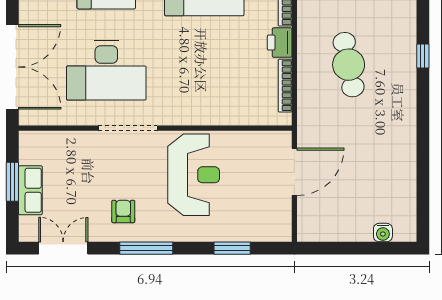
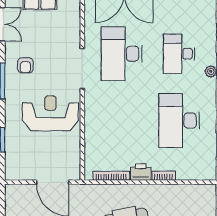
reception desk: (194, 175) -> (50, 113), turned 180
armchair: (123, 211) -> (25, 65), turned 90

